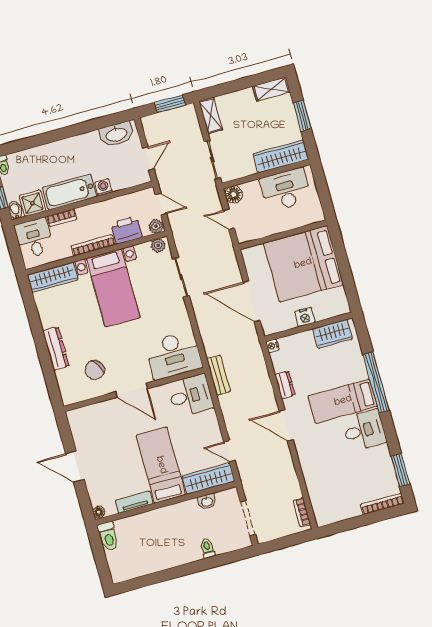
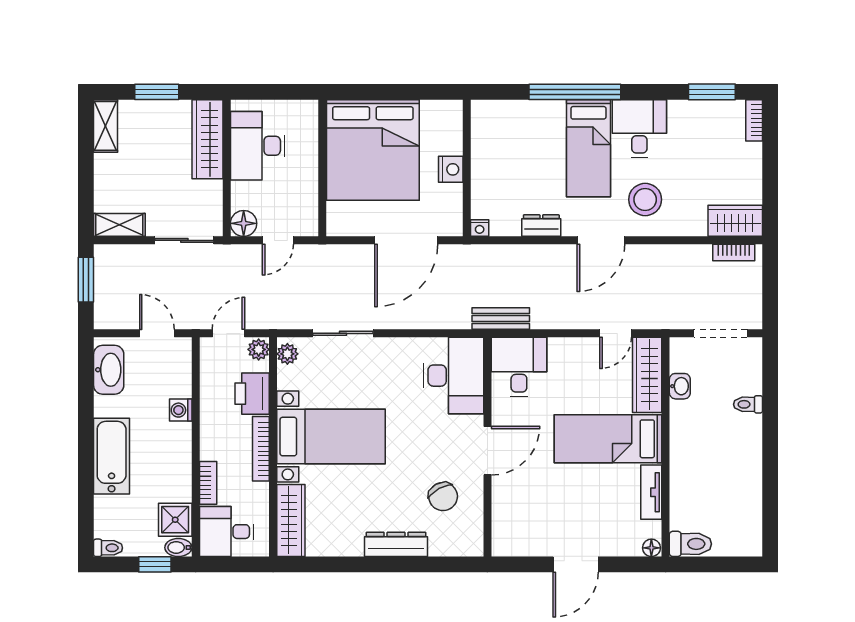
bathtub: (70, 192) -> (112, 456), moved, turned 180
wardrobe: (333, 334) -> (735, 221), moved, turned -90
stool: (320, 446) -> (645, 200), added
bookcase: (382, 504) -> (754, 120), width x0.64

